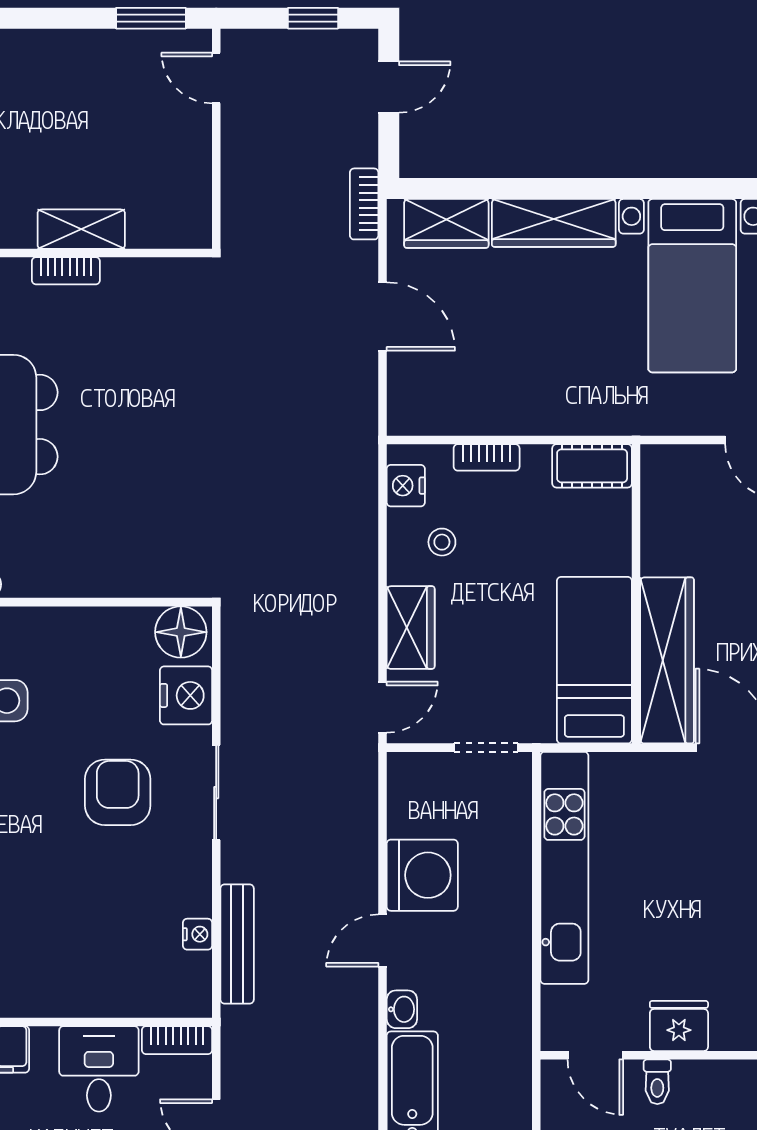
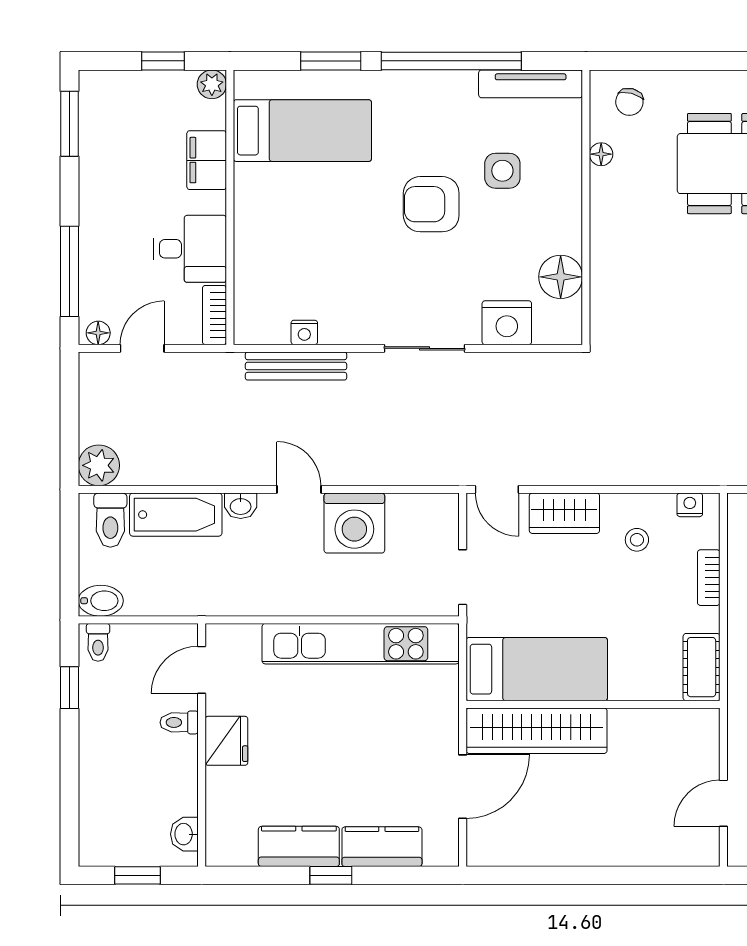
nightstand: (406, 486) -> (690, 505), width x0.72, depth x0.74
floor lamp: (181, 632) -> (561, 277), moved
armchair: (118, 792) -> (431, 204), moved, turned 180

